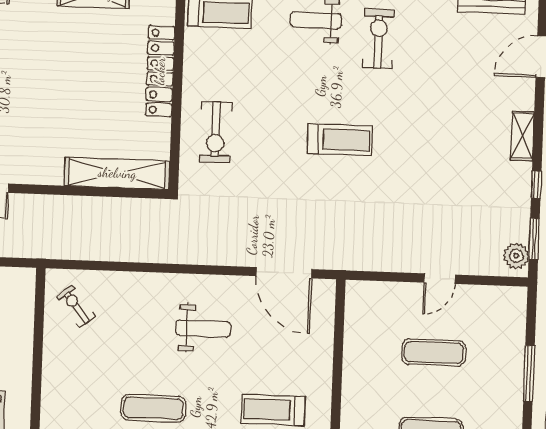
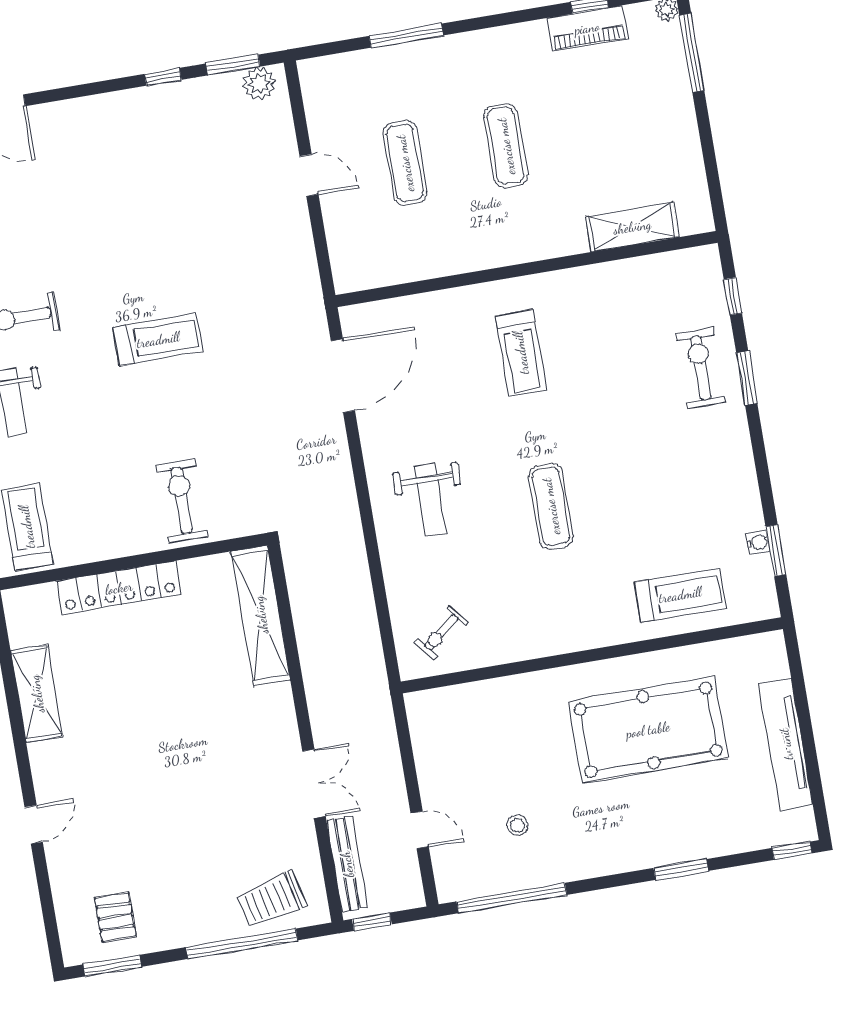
exercise bike: (216, 132) -> (182, 501), turned -90
shelving: (522, 136) -> (104, 107), removed
treadmill: (340, 140) -> (158, 340), turned 90
weight bench: (203, 328) -> (430, 500), moved, turned 180

